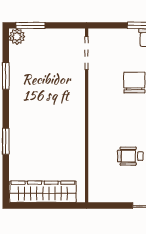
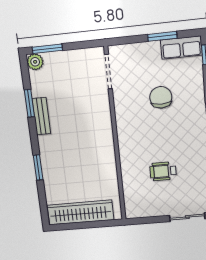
bench: (16, 90) -> (41, 116), added

